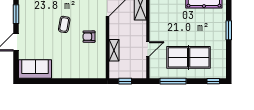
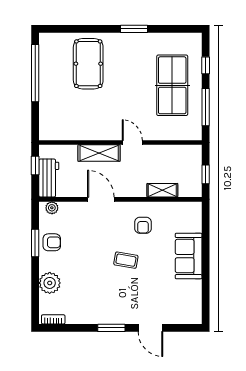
door: (148, 49) -> (132, 143), moved
sofa: (35, 69) -> (189, 256), moved
window: (213, 81) -> (206, 65), moved

